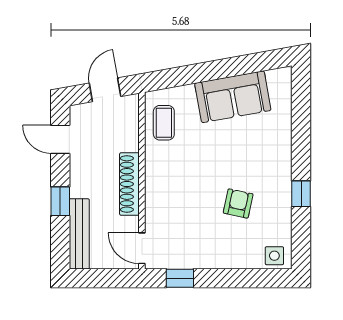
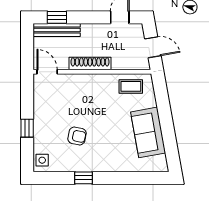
window: (60, 201) -> (57, 17), moved
door: (142, 248) -> (47, 72), hinge flipped
window: (180, 278) -> (27, 128), moved

